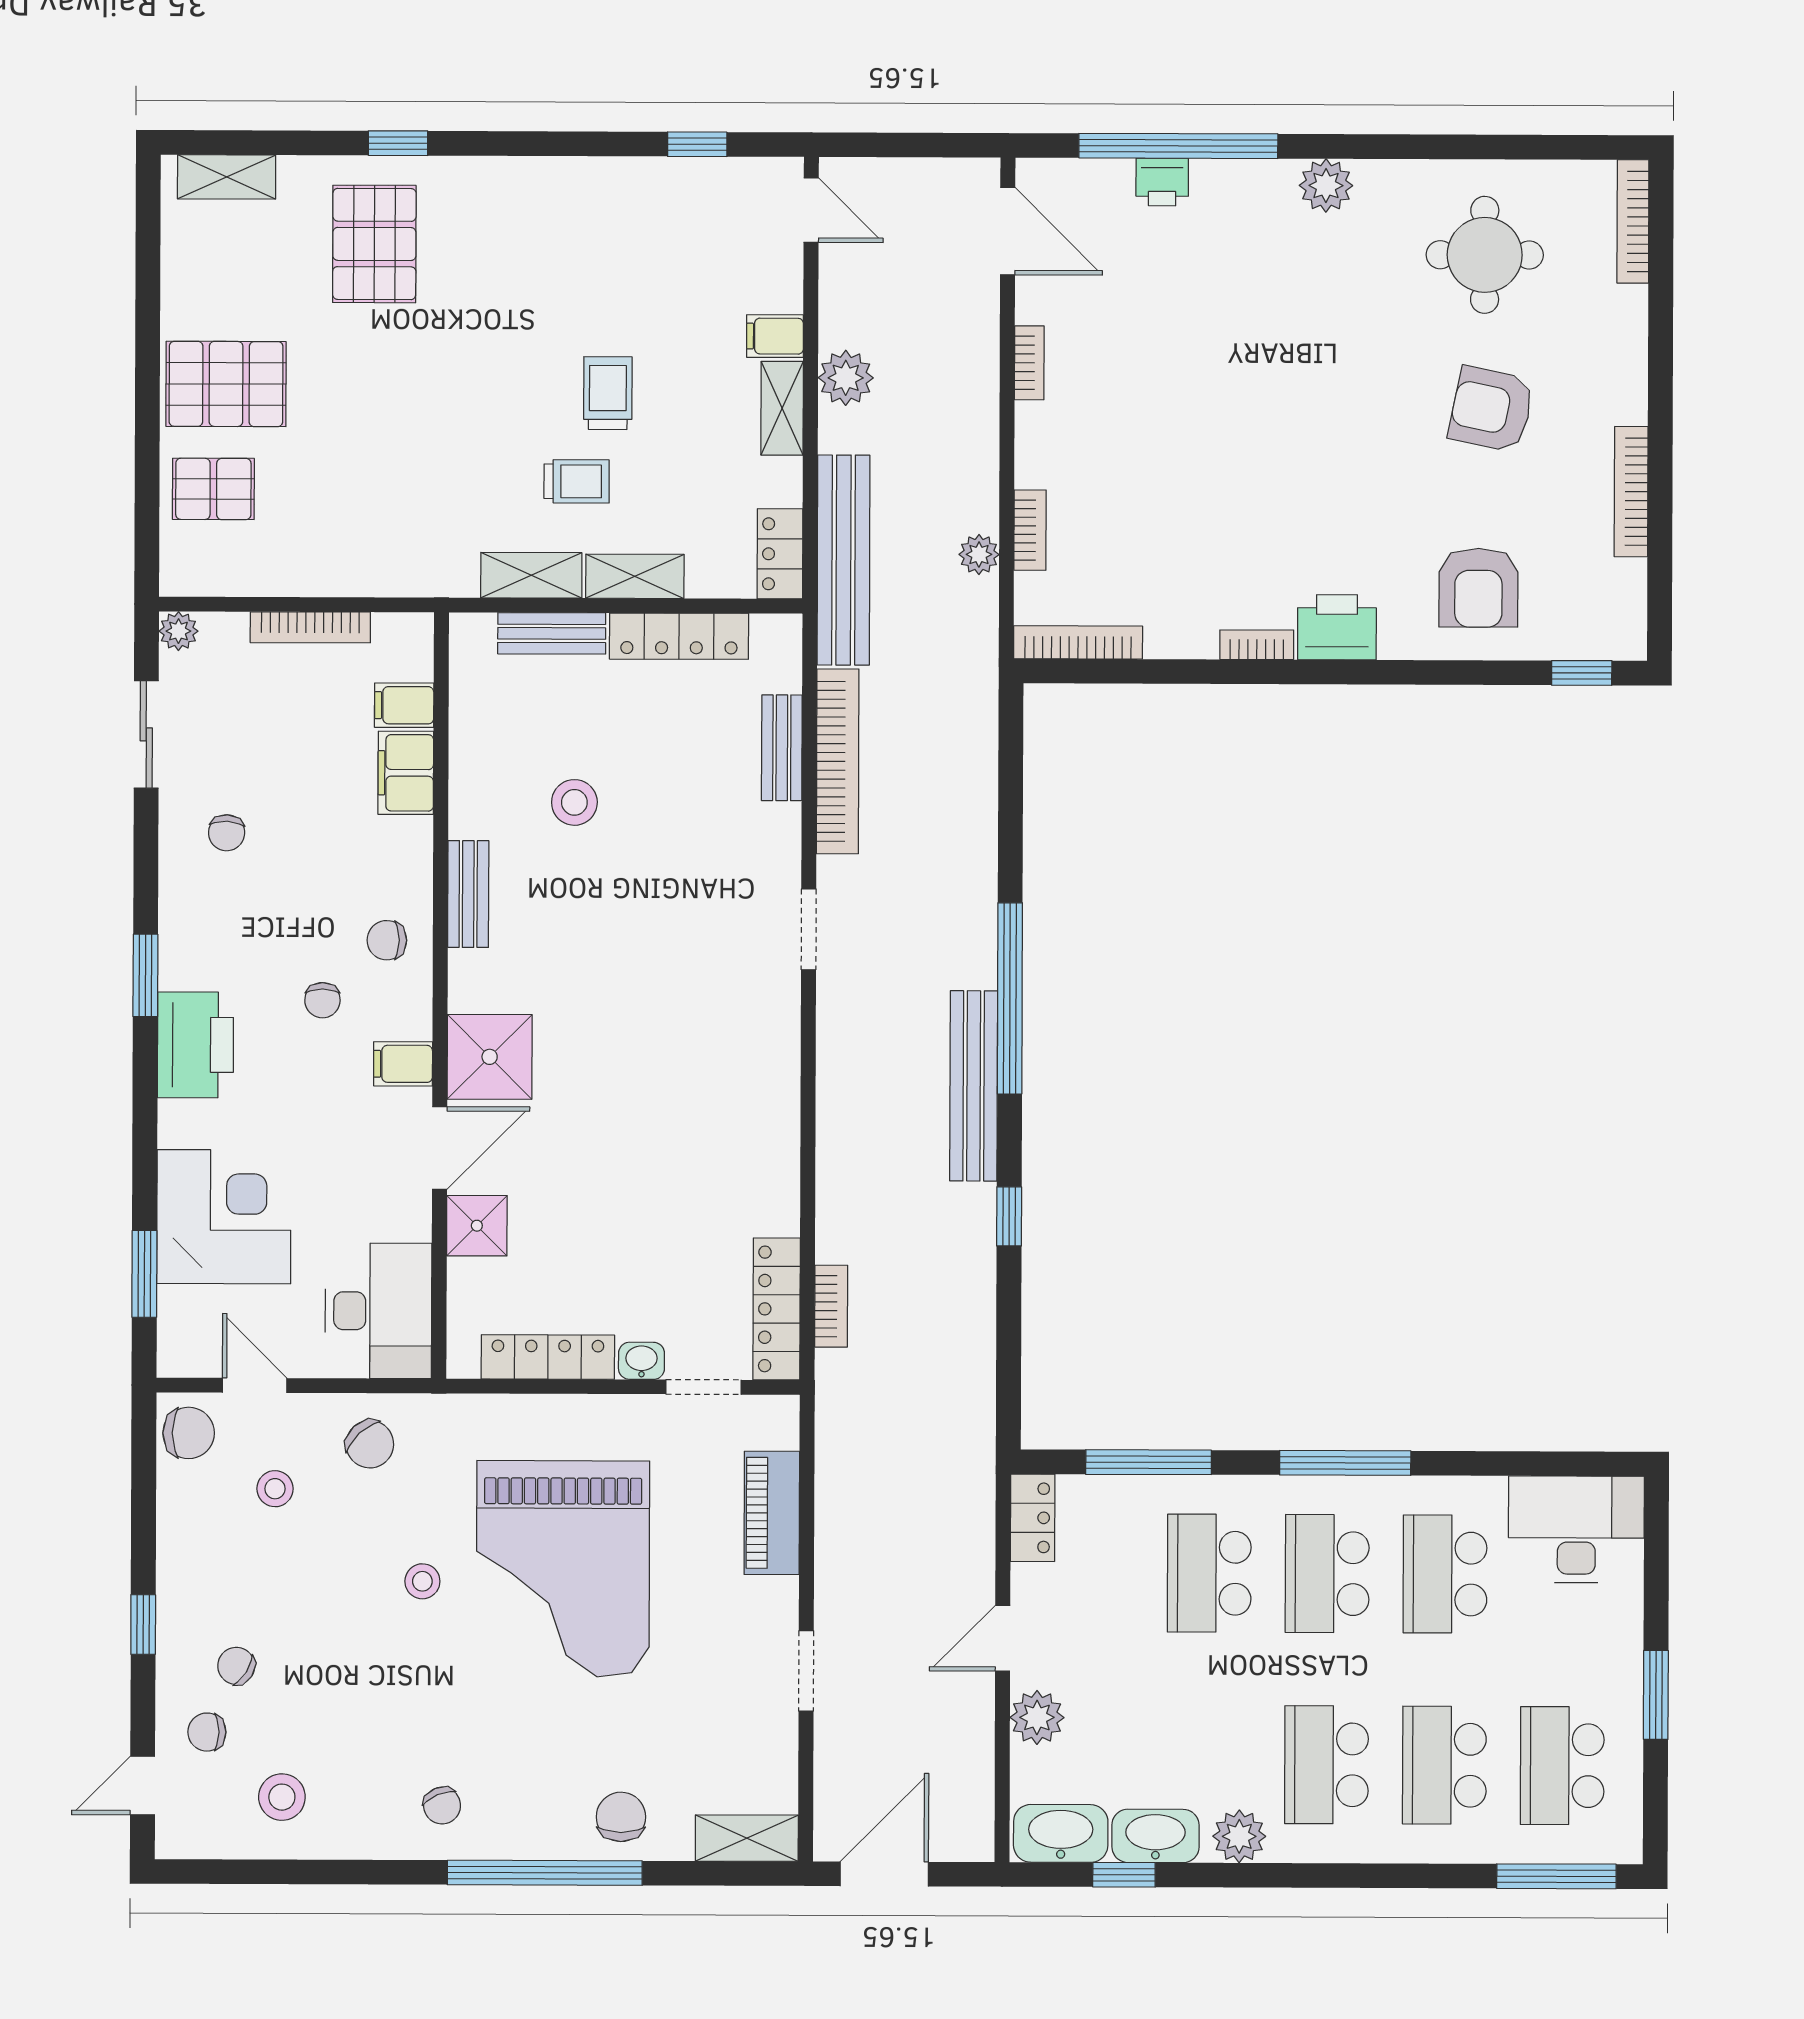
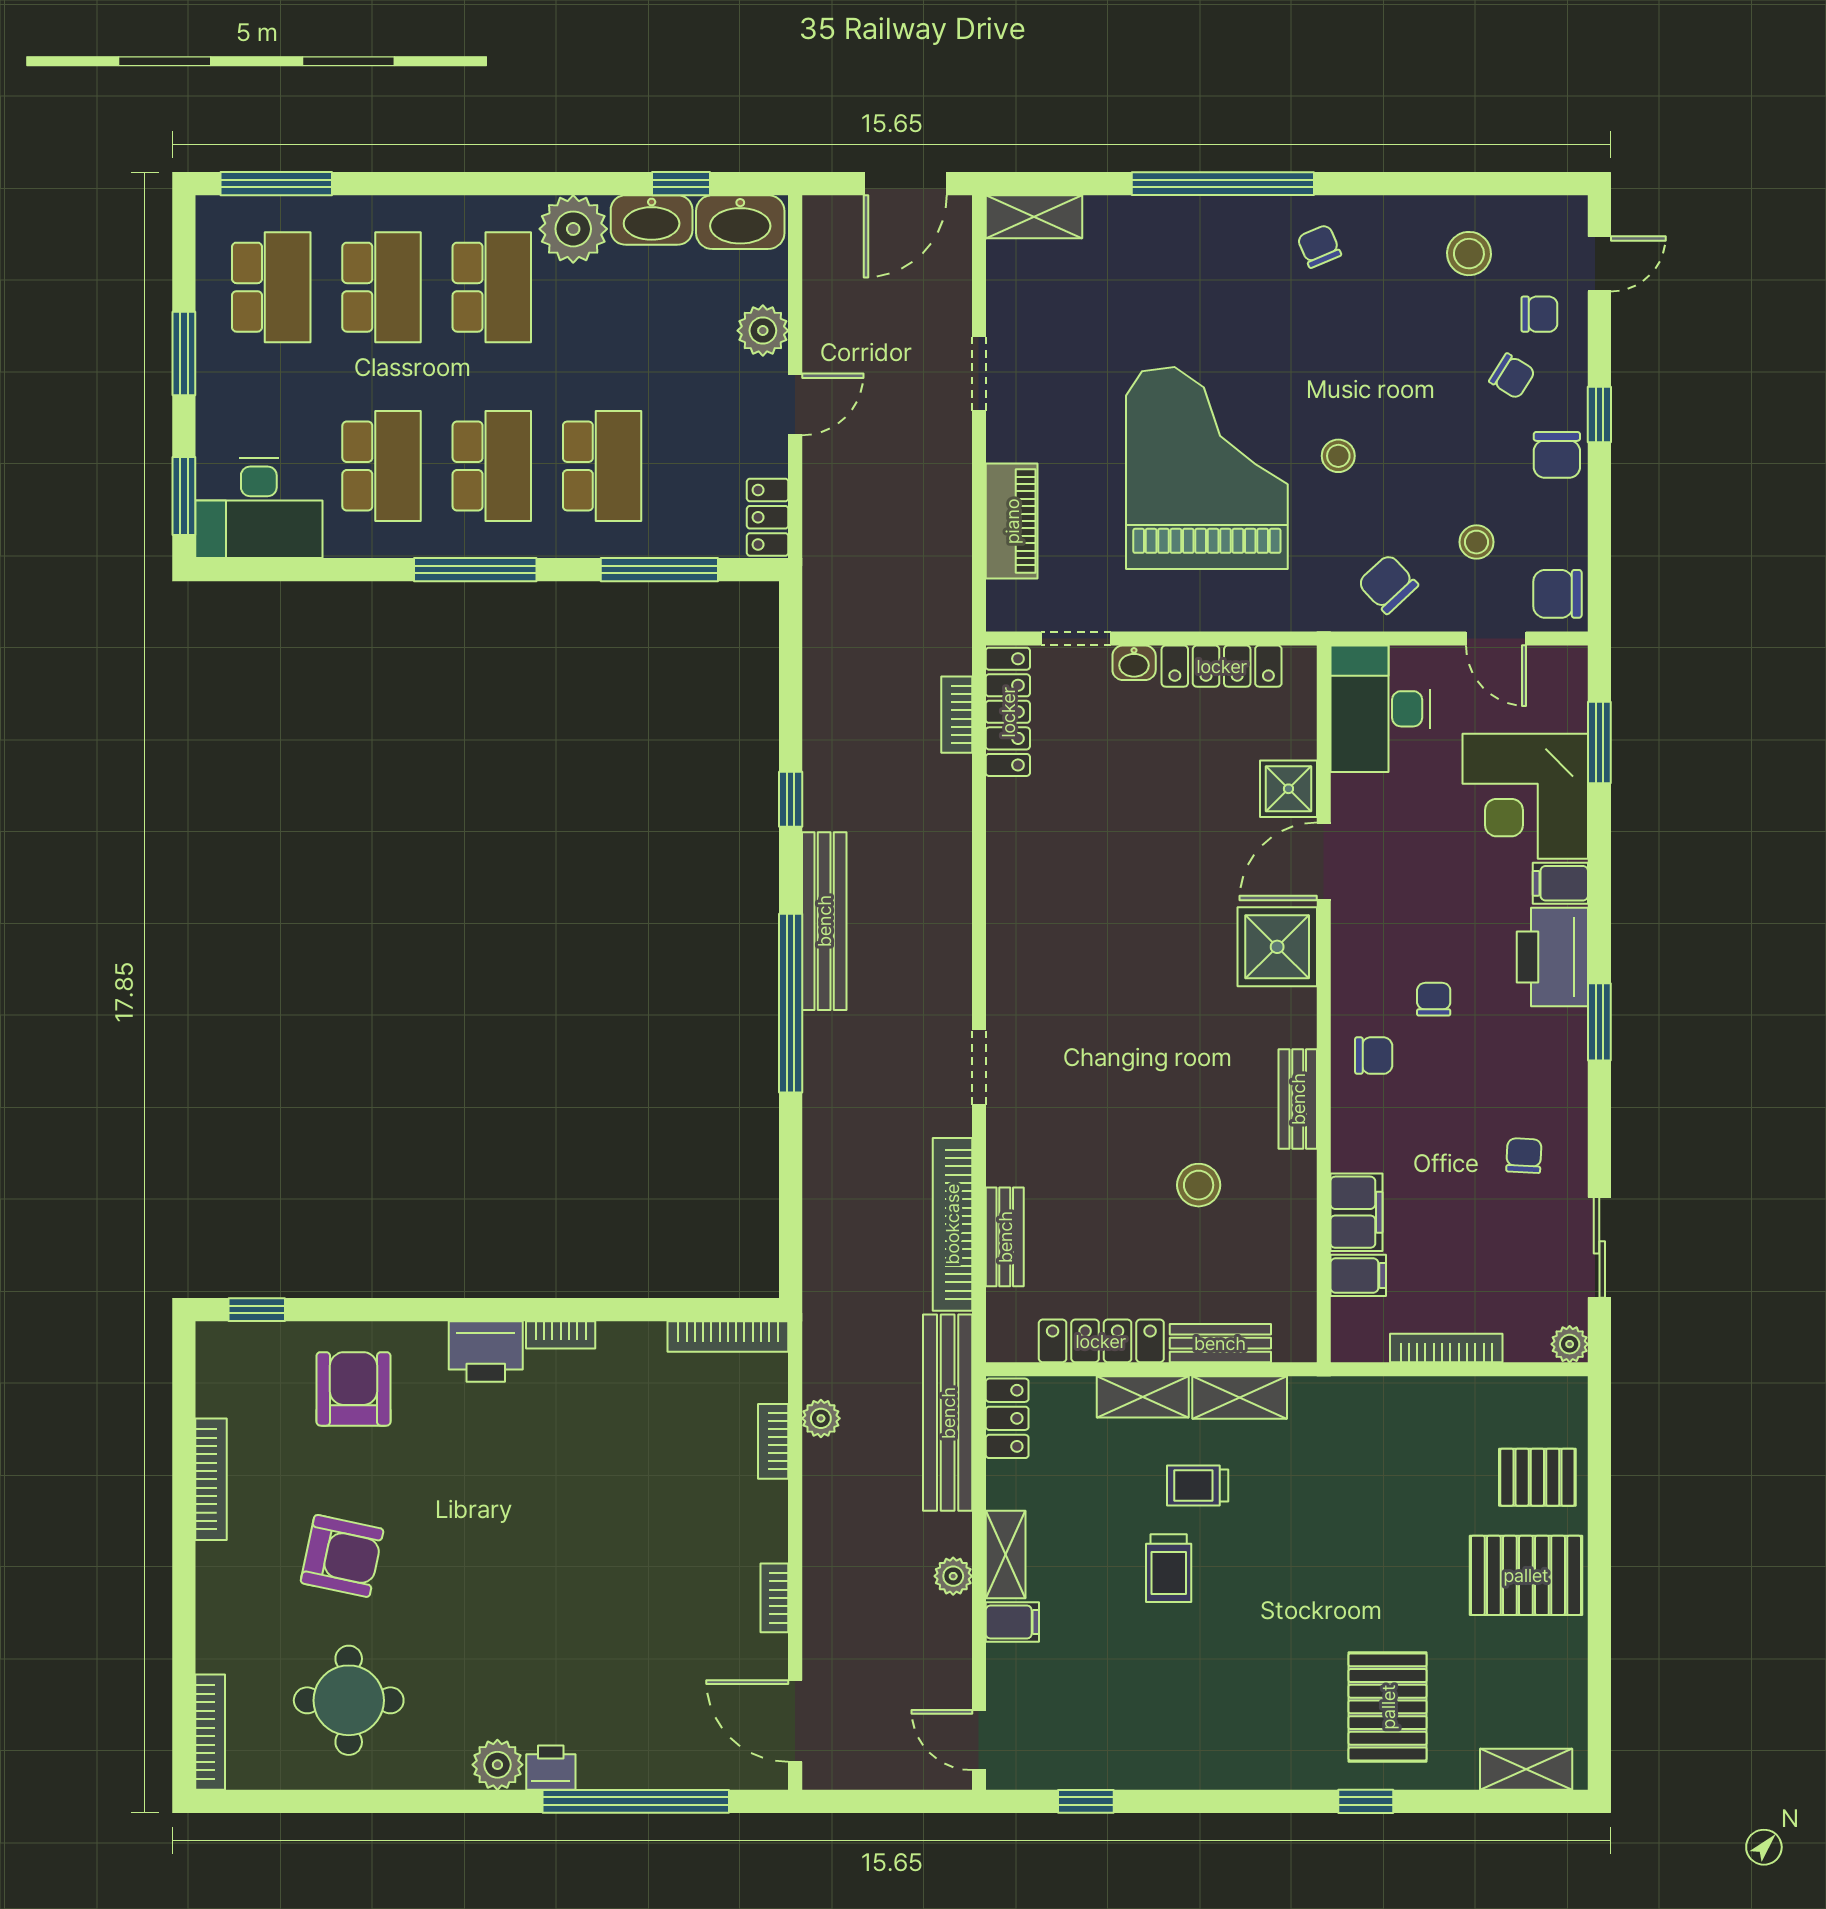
printer: (1162, 182) -> (551, 1768), moved
plant: (846, 378) -> (953, 1576), width x0.73, depth x0.73
filing cabinet: (403, 1064) -> (1560, 883), moved, turned 180
window: (1656, 1543) -> (184, 496), added
chair: (621, 1817) -> (1557, 455), moved
plant: (1239, 1836) -> (573, 229), width x1.36, depth x1.36

